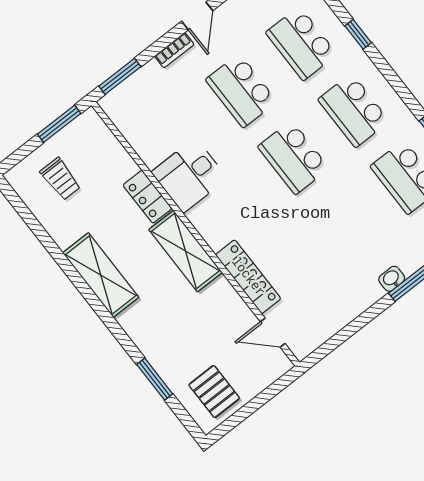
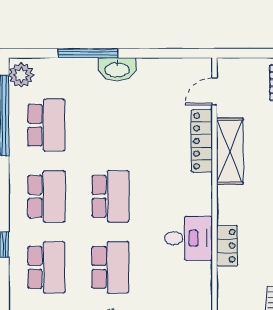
shelving: (185, 251) -> (230, 151), moved
washbasin: (392, 279) -> (117, 69), width x1.91, depth x1.45
door: (273, 333) -> (214, 91), swing flipped

